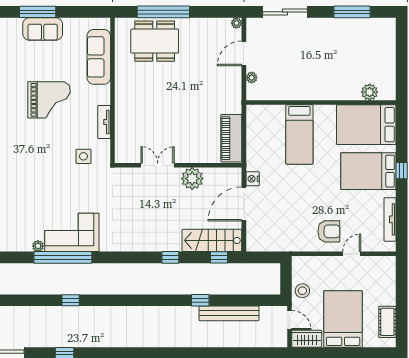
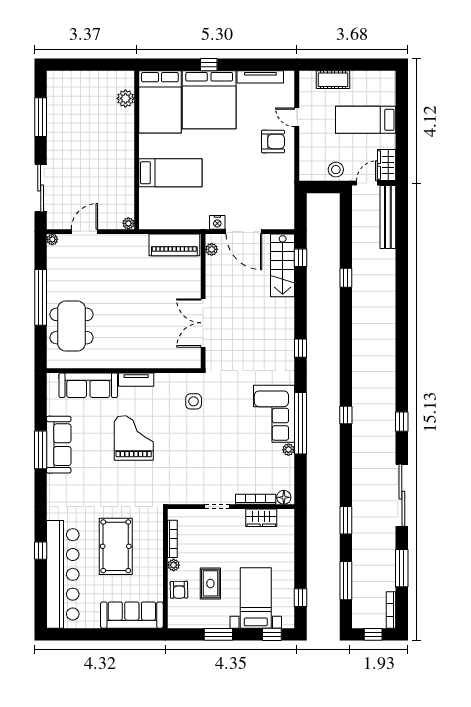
window: (163, 12) -> (41, 297), moved
sofa: (43, 29) -> (59, 445), width x1.36
door: (244, 53) -> (84, 232), swing flipped
plant: (252, 78) -> (128, 223), moved
tv unit: (104, 122) -> (136, 380), moved
double door: (158, 165) -> (203, 323), width x1.37
bed: (368, 171) -> (209, 100), width x1.36
plant: (192, 179) -> (212, 249), moved, width x0.53, depth x0.53
armchair: (329, 231) -> (273, 141), turned 90
window: (170, 257) -> (301, 348), moved
bench: (229, 313) -> (388, 217), moved
bed: (343, 319) -> (366, 120), width x0.67
cot: (387, 322) -> (333, 80), moved

